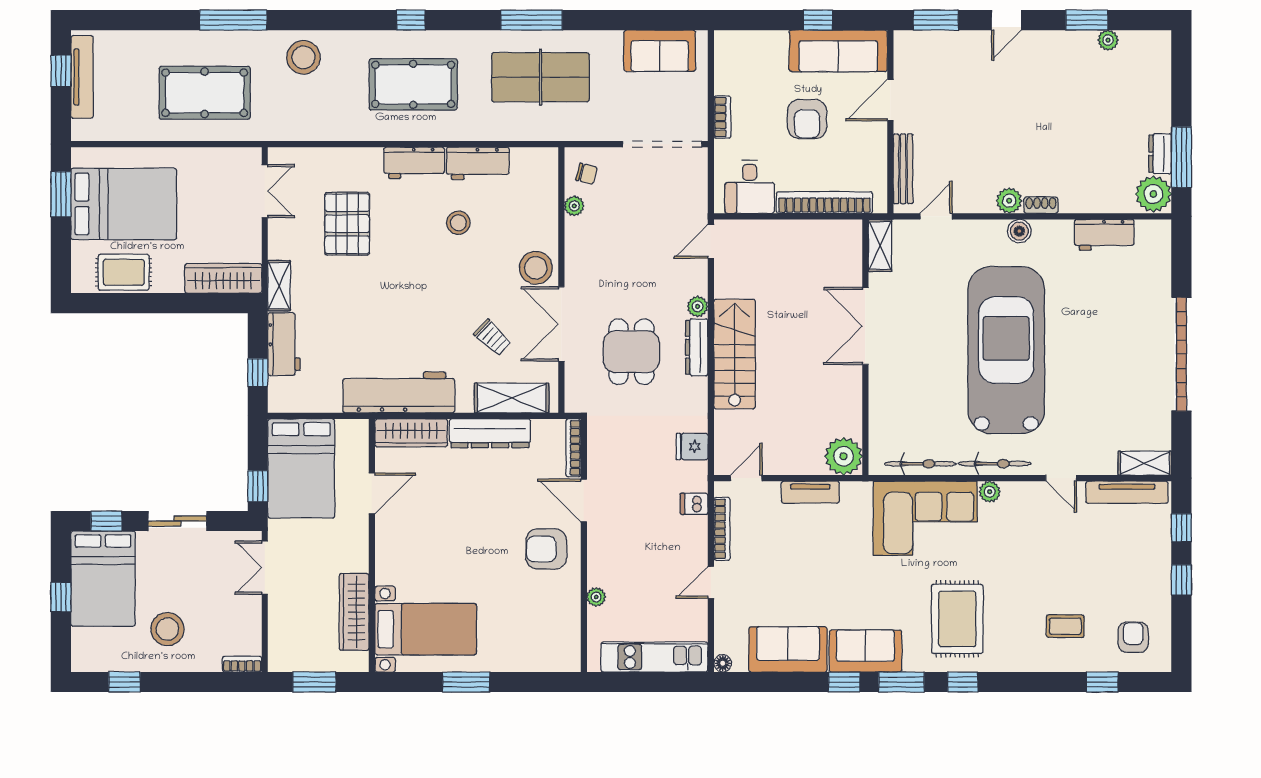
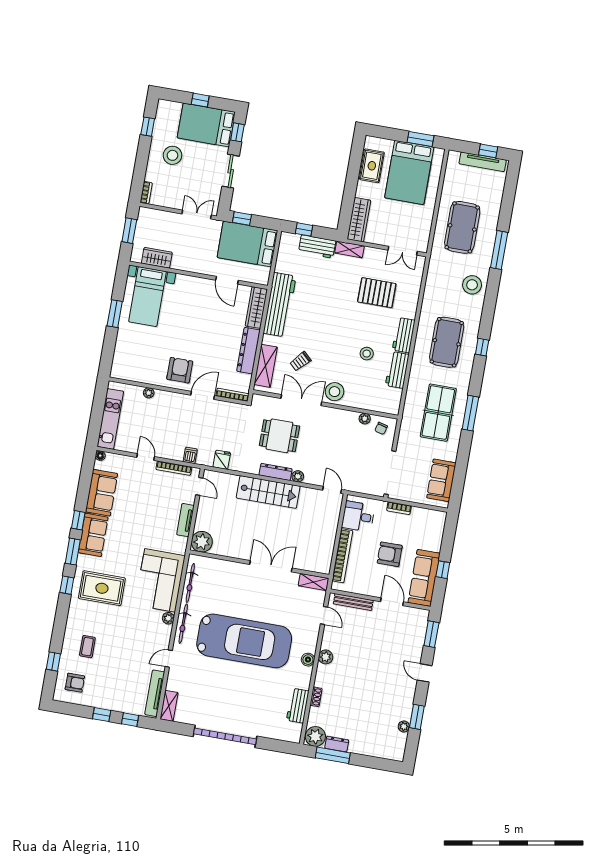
shoe rack: (1041, 205) -> (316, 697), moved
wardrobe: (354, 612) -> (157, 258), width x0.67

